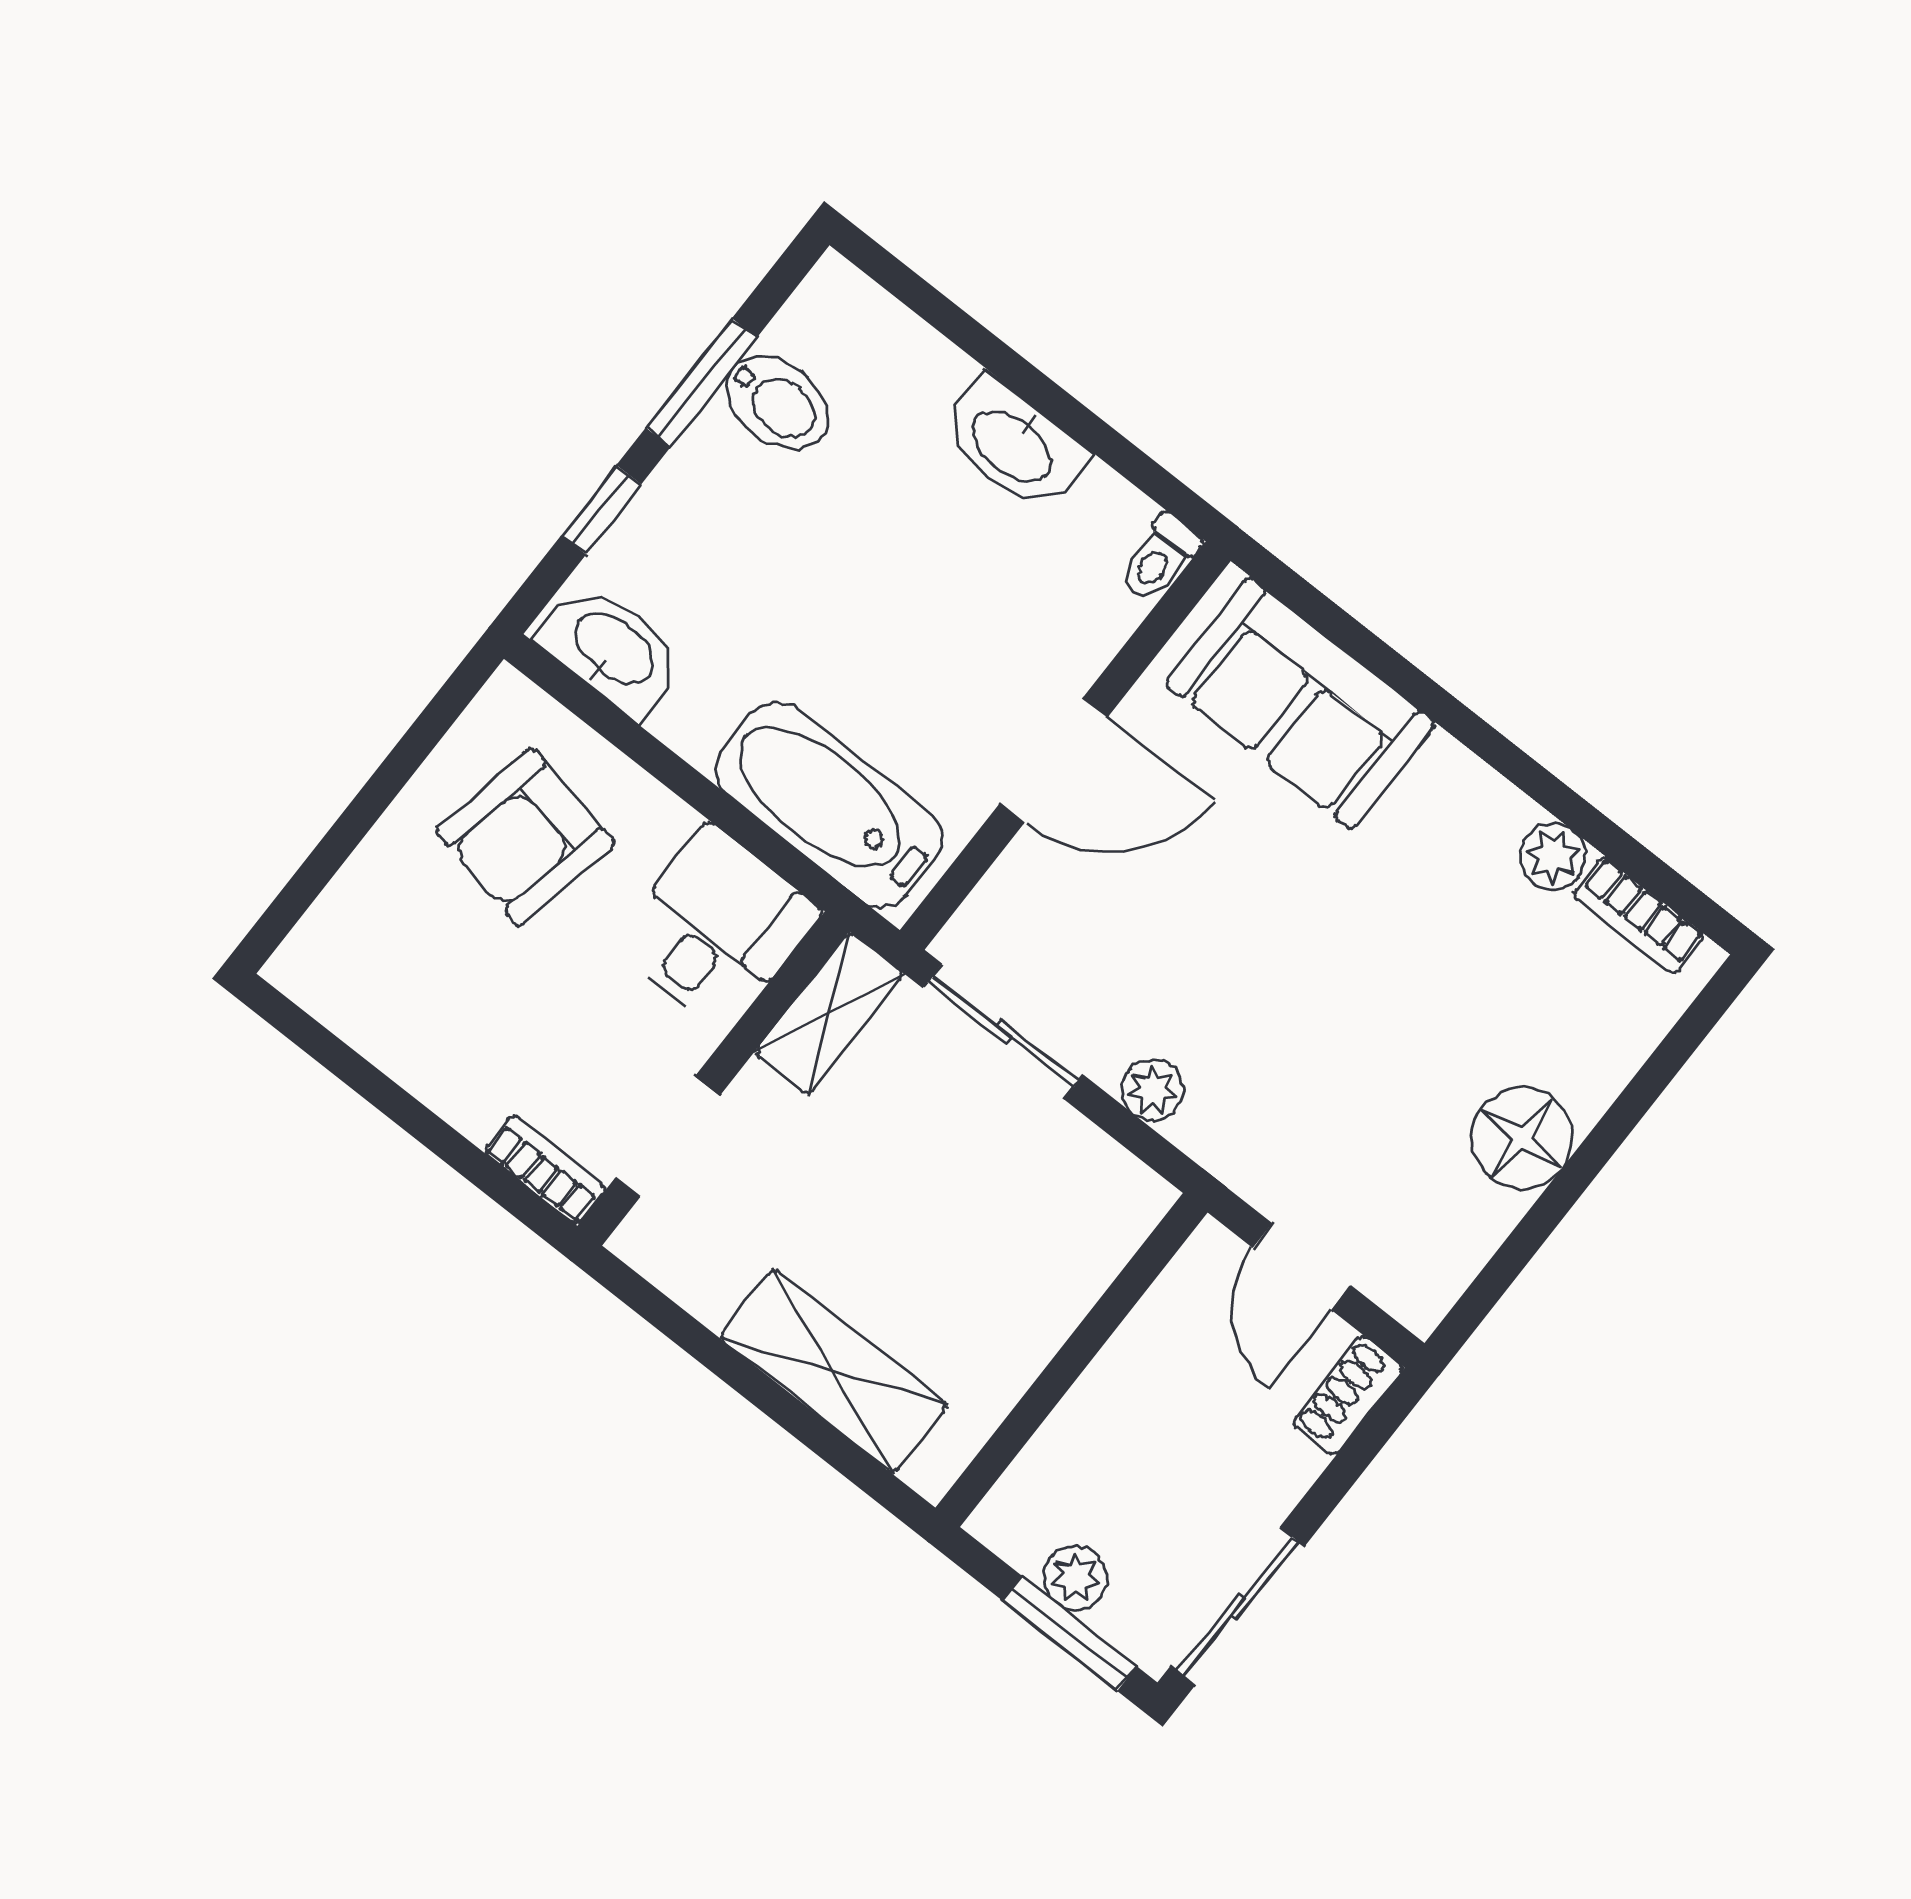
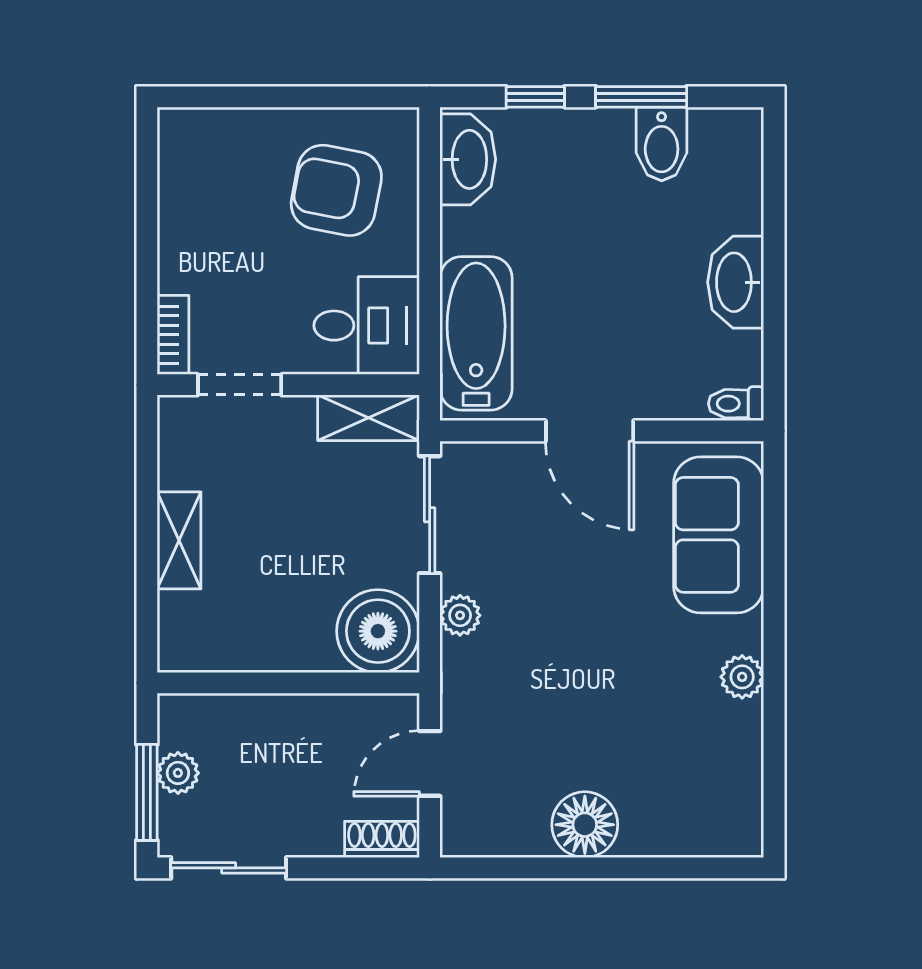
plant: (1553, 856) -> (742, 677), moved
bookcase: (1639, 915) -> (747, 795), removed
boiler: (1094, 1204) -> (378, 631), added
shelving: (833, 1371) -> (179, 540), width x0.67, depth x0.75

